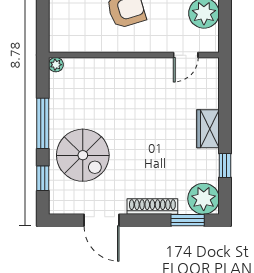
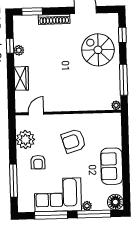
window: (43, 123) -> (124, 80), moved
wardrobe: (208, 129) -> (21, 78), moved
plant: (204, 199) -> (19, 50), moved, width x0.53, depth x0.53

